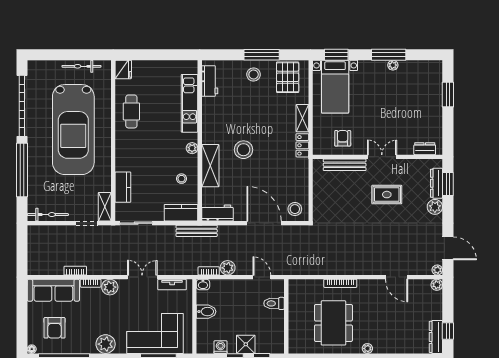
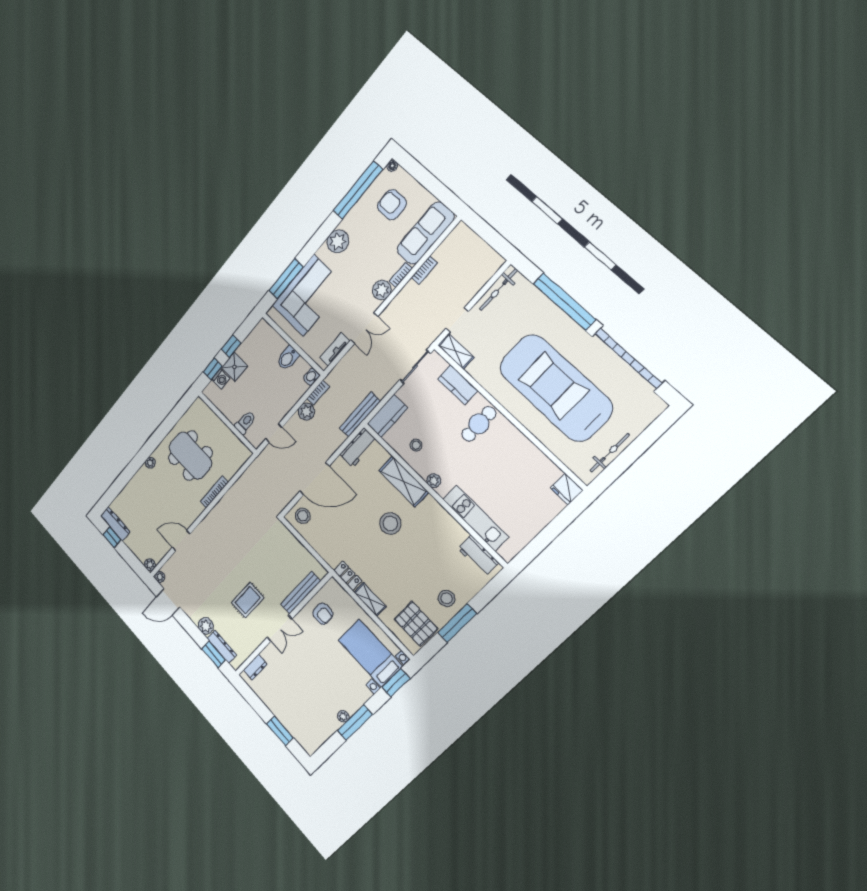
cafe table: (131, 111) -> (479, 424), moved, turned 90
washing machine: (221, 347) -> (221, 379), moved

